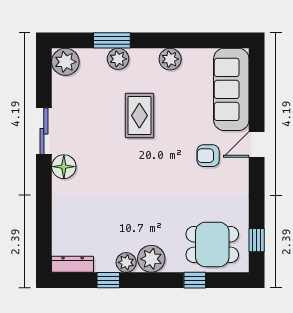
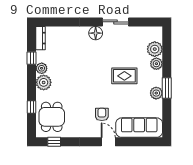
window: (112, 40) -> (167, 88), moved
plant: (65, 62) -> (155, 49), moved

